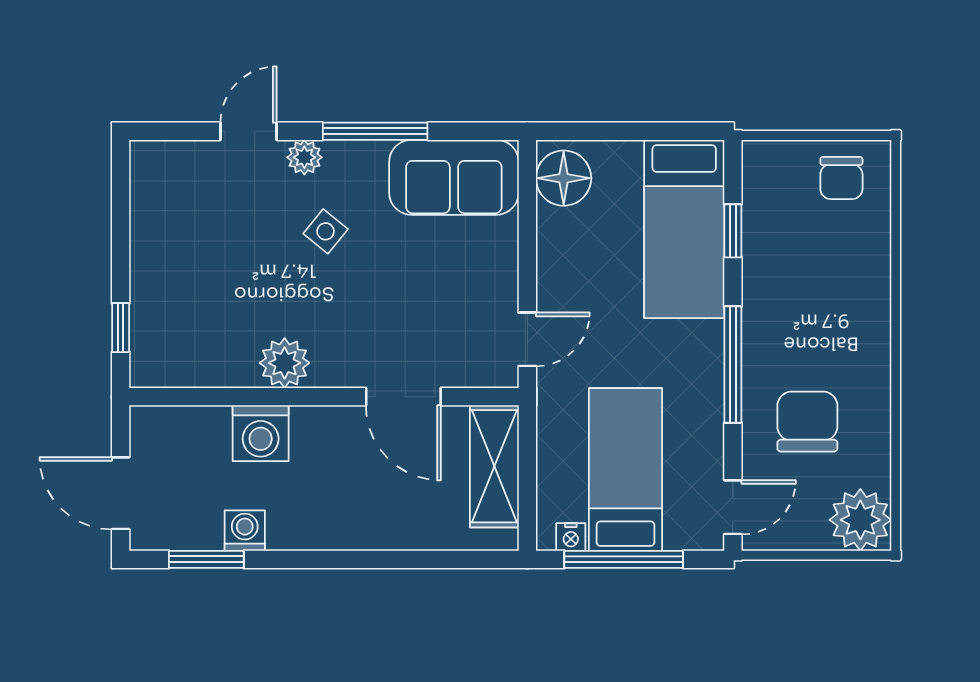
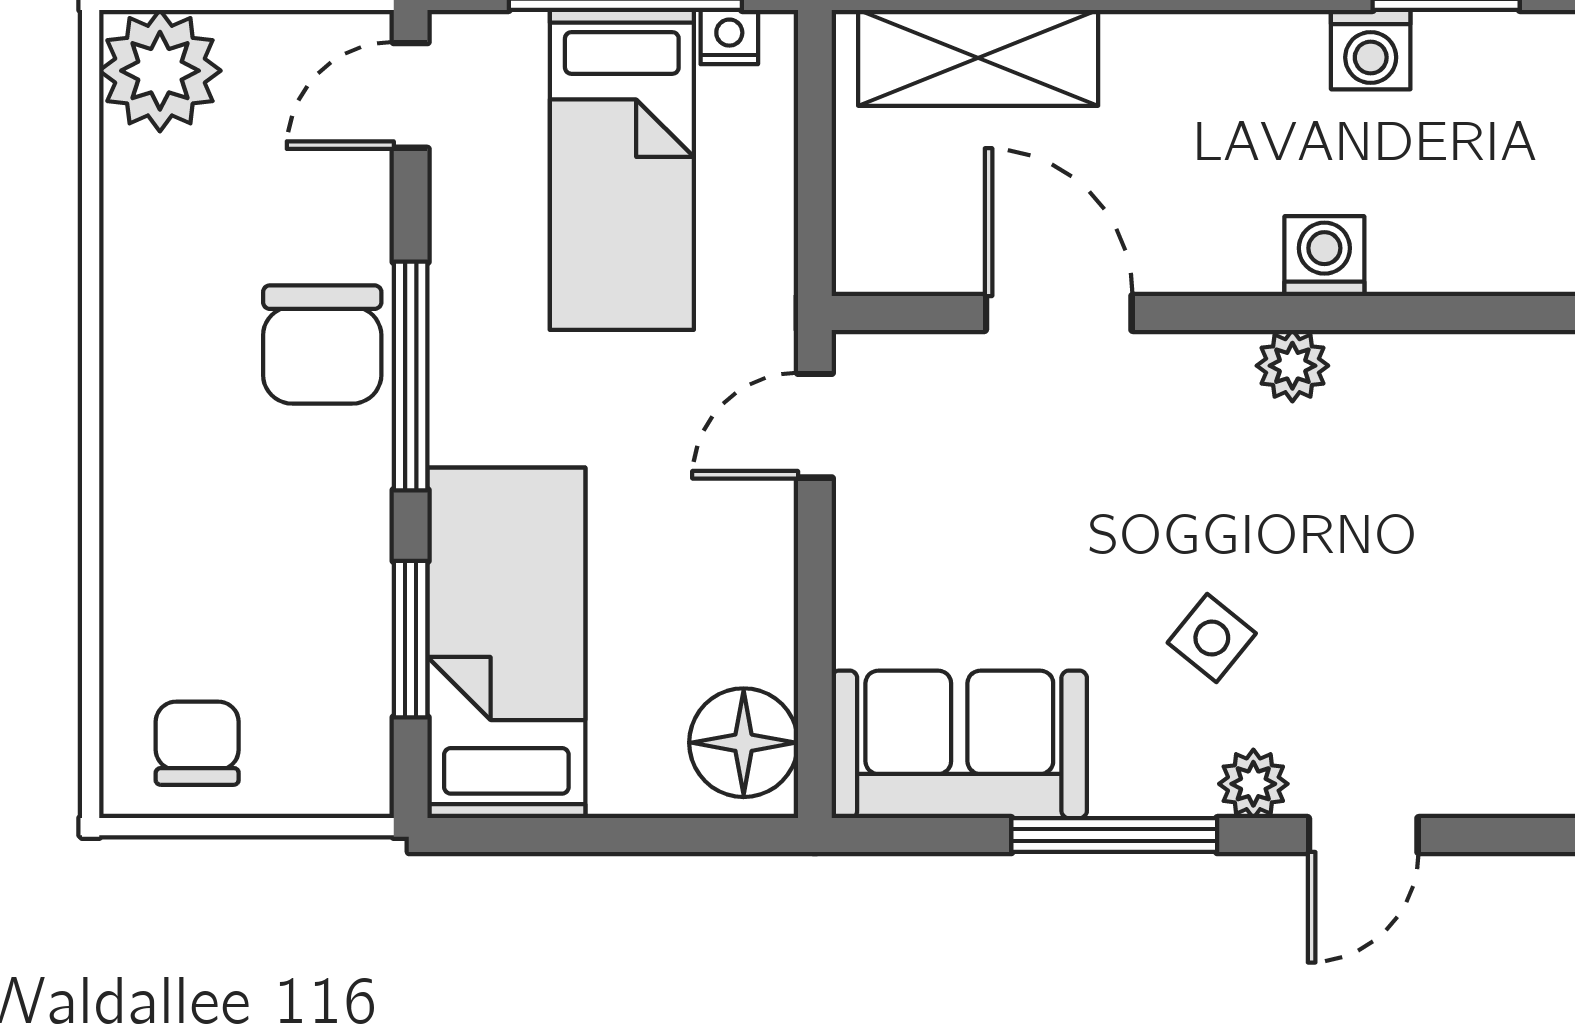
window: (733, 231) -> (411, 639), width x1.50
plant: (285, 363) -> (1292, 366), width x0.73, depth x0.73
chair: (807, 422) -> (322, 344), moved
washing machine: (261, 433) -> (1324, 256), width x0.73, depth x0.73
shelving: (494, 466) -> (978, 58), moved, turned 90

